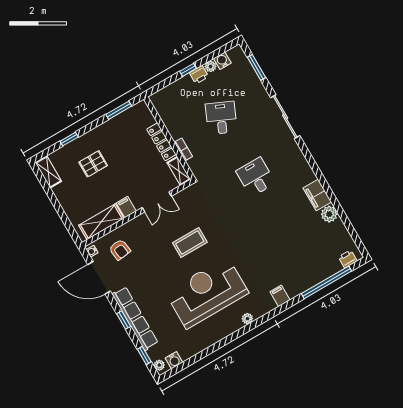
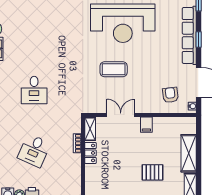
locker: (161, 142) -> (90, 153), width x0.66
shelving: (101, 222) -> (189, 153), moved, turned 90

